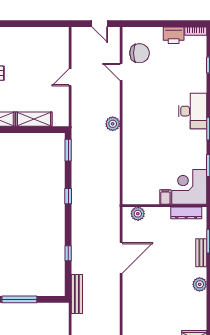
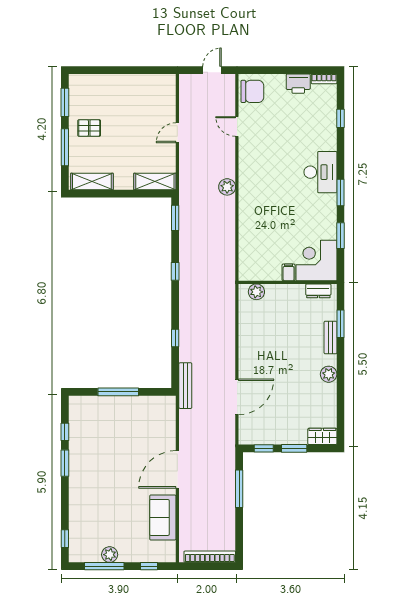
door: (100, 24) -> (212, 70), swing flipped
chair: (139, 53) -> (252, 91), moved
shelving: (34, 119) -> (155, 182), moved
dresser: (186, 213) -> (318, 291), width x0.70
door: (121, 258) -> (237, 397), moved

